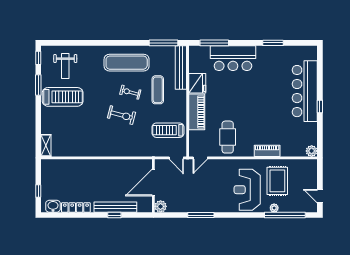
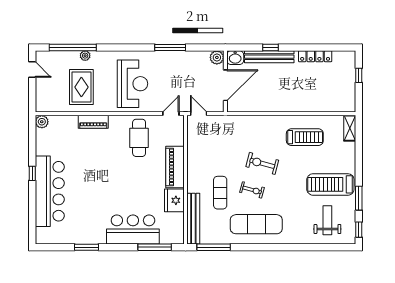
treadmill: (168, 130) -> (305, 137), moved
reception desk: (247, 190) -> (132, 84), moved
washbasin: (53, 206) -> (235, 58), moved

